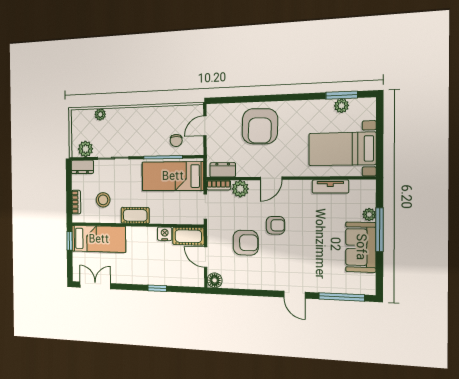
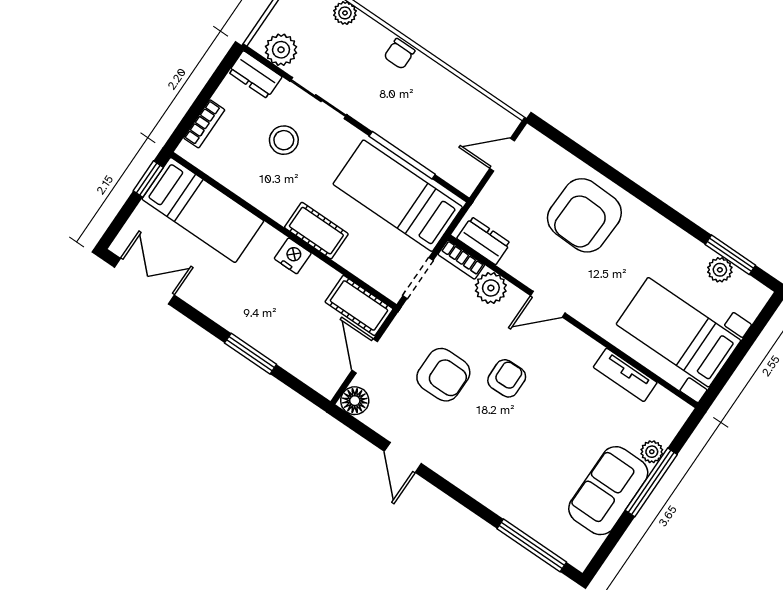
chair: (176, 140) -> (399, 54), moved
stool: (103, 200) -> (284, 140), moved
cot: (135, 215) -> (316, 231), moved
armchair: (275, 225) -> (507, 378), turned -91
nightstand: (165, 234) -> (293, 256), moved
window: (157, 288) -> (251, 354), width x1.50
door: (294, 295) -> (403, 457), moved

